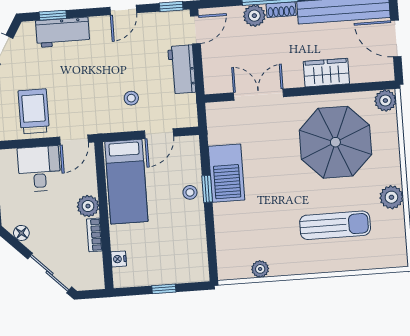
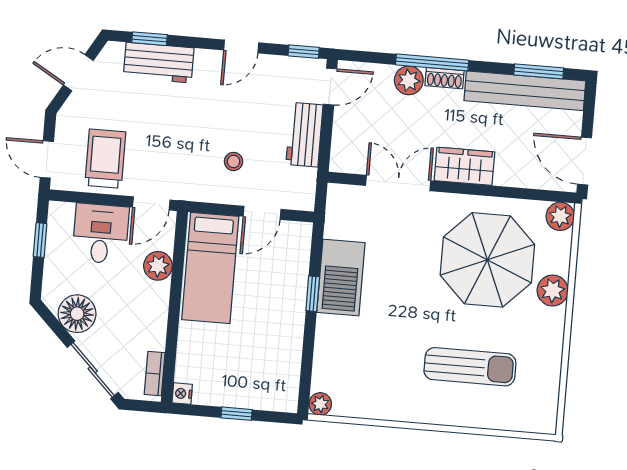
door: (396, 39) -> (585, 161), moved
wardrobe: (326, 73) -> (464, 166), moved
stool: (190, 192) -> (290, 295), removed
plant: (391, 197) -> (553, 291), moved
plant: (88, 206) -> (158, 266), moved
floor lamp: (21, 233) -> (77, 314), width x1.89, depth x1.89
bookcase: (94, 235) -> (155, 374), moved
nightstand: (119, 259) -> (182, 394), moved
plant: (260, 269) -> (320, 404), moved

